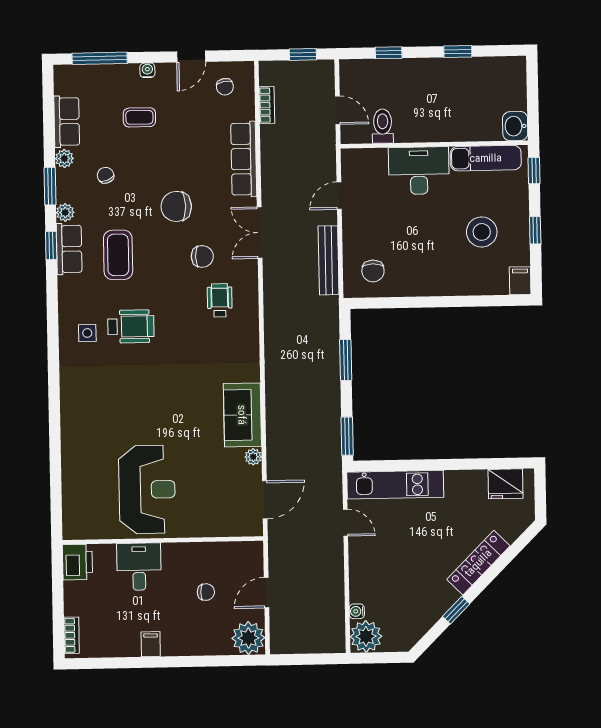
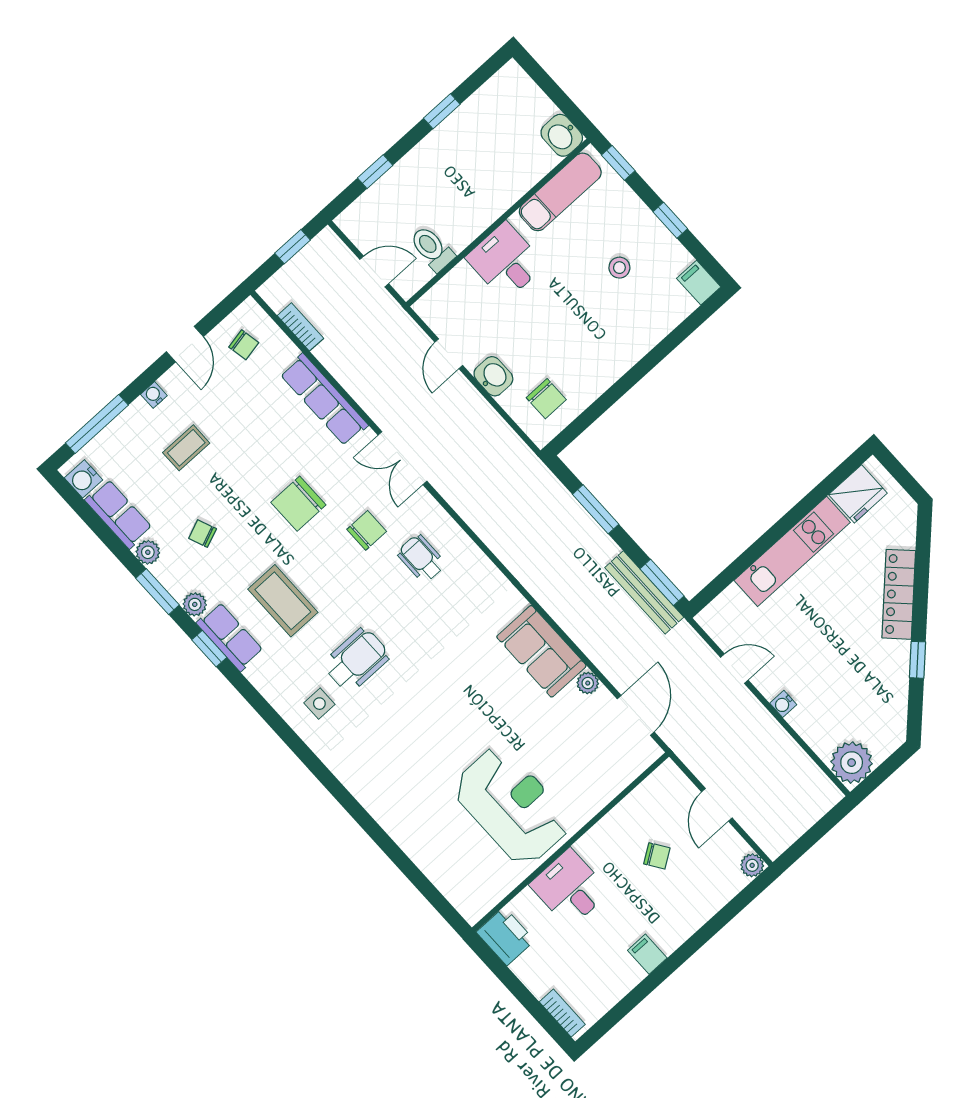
water cooler: (64, 83) -> (84, 479), added
desk: (419, 171) -> (505, 261), width x0.73
washbasin: (354, 231) -> (493, 376), added
stool: (482, 232) -> (619, 268), width x0.53, depth x0.53
bench: (329, 260) -> (644, 592), moved
kitchen unit: (395, 485) -> (792, 551), moved
chair: (206, 592) -> (657, 856), turned 56
water cooler: (357, 611) -> (783, 704), moved
plant: (248, 638) -> (752, 865), width x0.53, depth x0.53

